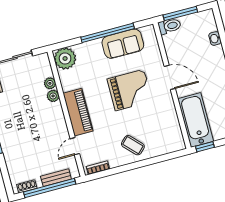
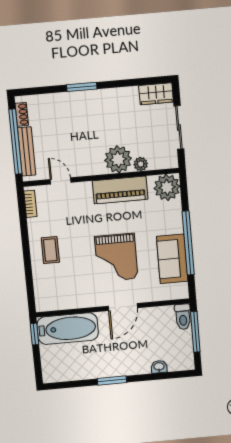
plant: (53, 96) -> (118, 159), width x1.88, depth x1.88
piano: (78, 112) -> (120, 190), moved
coffee table: (133, 145) -> (50, 250), turned -46
bench: (56, 178) -> (27, 151), width x1.36

